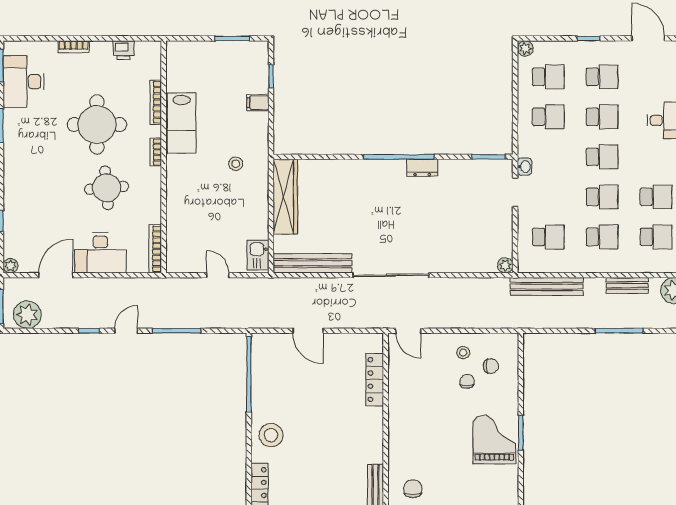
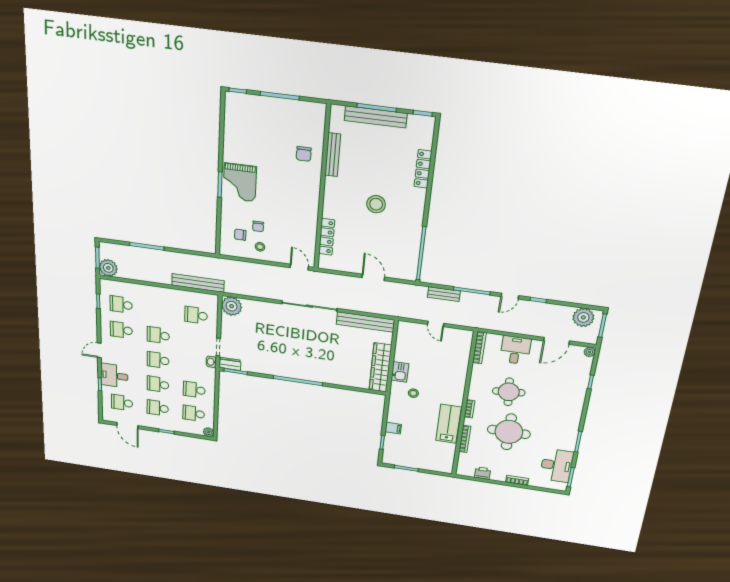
dresser: (422, 168) -> (230, 364), moved
school desk: (602, 237) -> (122, 403), moved
desk: (100, 253) -> (515, 350), width x0.73
kitchen sink: (258, 255) -> (400, 372), moved
plant: (505, 265) -> (232, 306), width x1.88, depth x1.88
bench: (627, 285) -> (444, 294), moved
stool: (271, 435) -> (376, 204), moved

